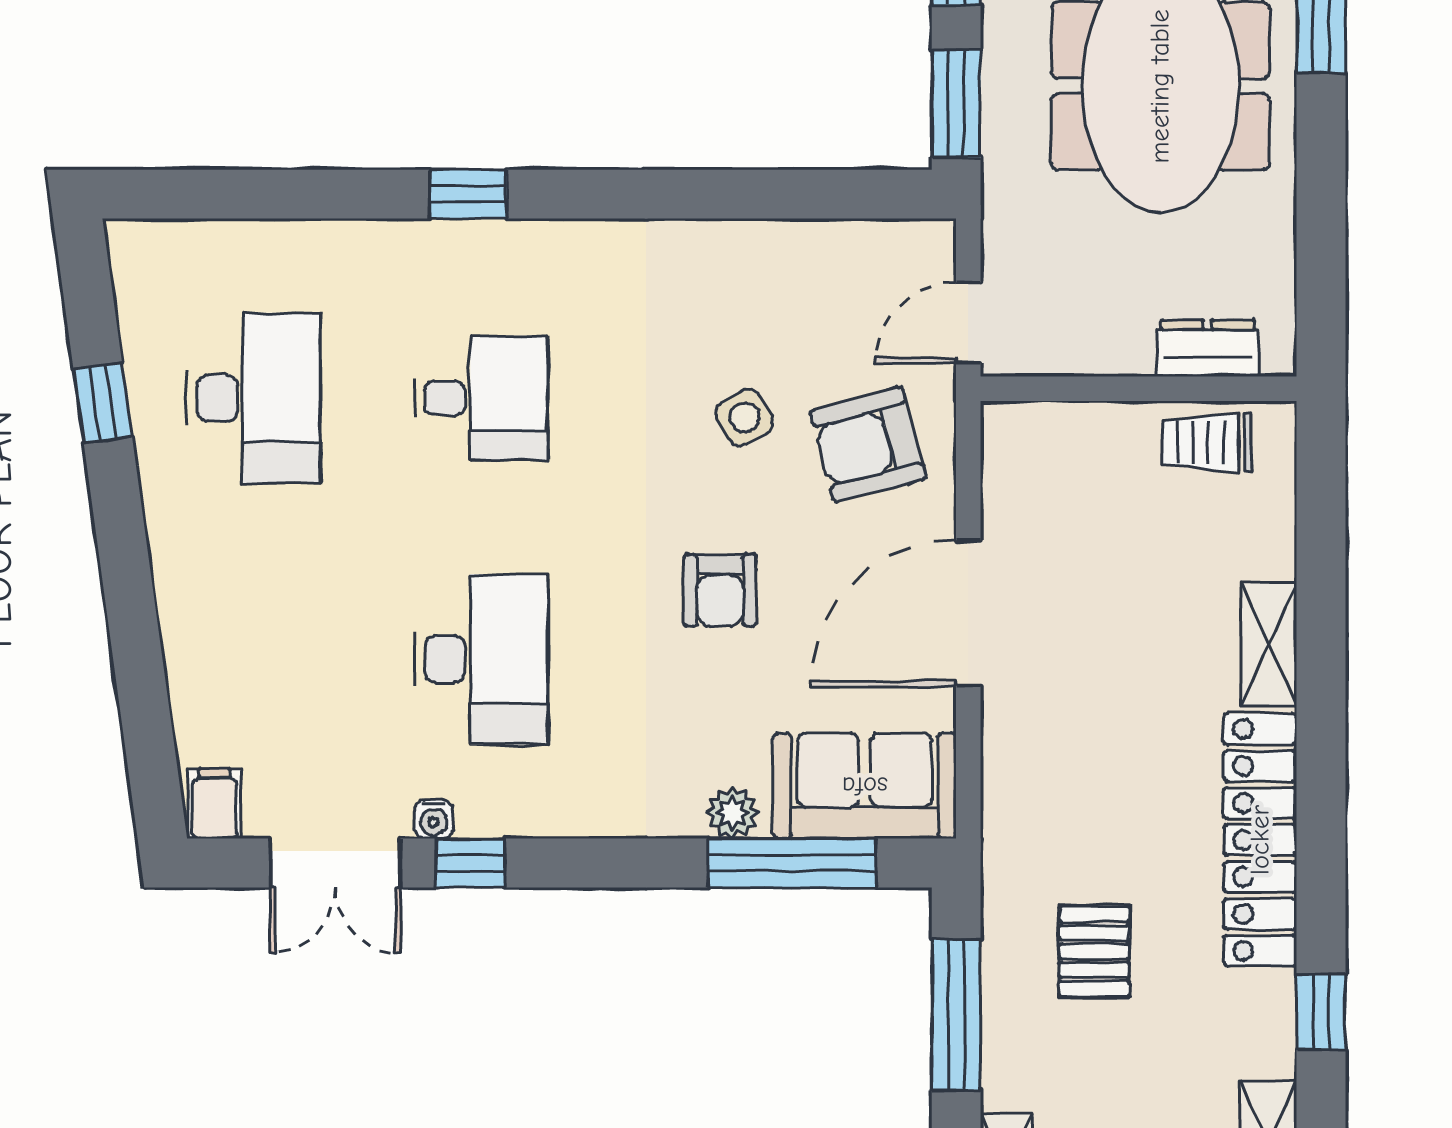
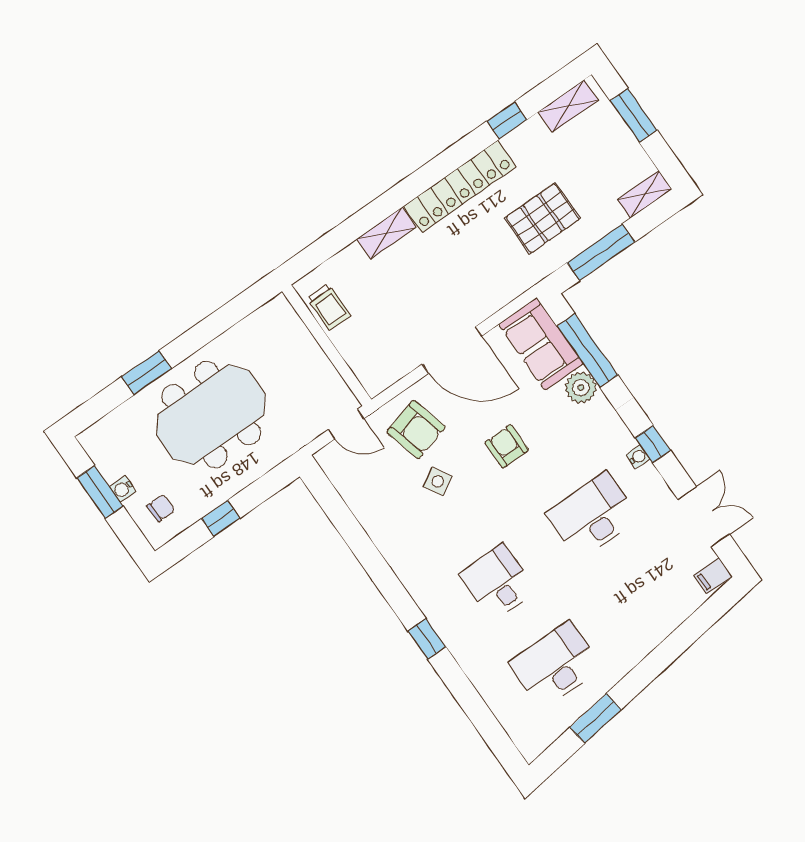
window: (956, 103) -> (269, 484), removed
dresser: (1208, 348) -> (294, 331), removed
window: (103, 403) -> (596, 718), width x1.50
armchair: (720, 590) -> (507, 446), turned -90
plant: (733, 813) -> (581, 388), width x1.38, depth x1.38
water cooler: (434, 819) -> (638, 457), moved
window: (470, 863) -> (653, 444), moved
pallet: (1094, 951) -> (543, 218), width x1.50, depth x1.42

